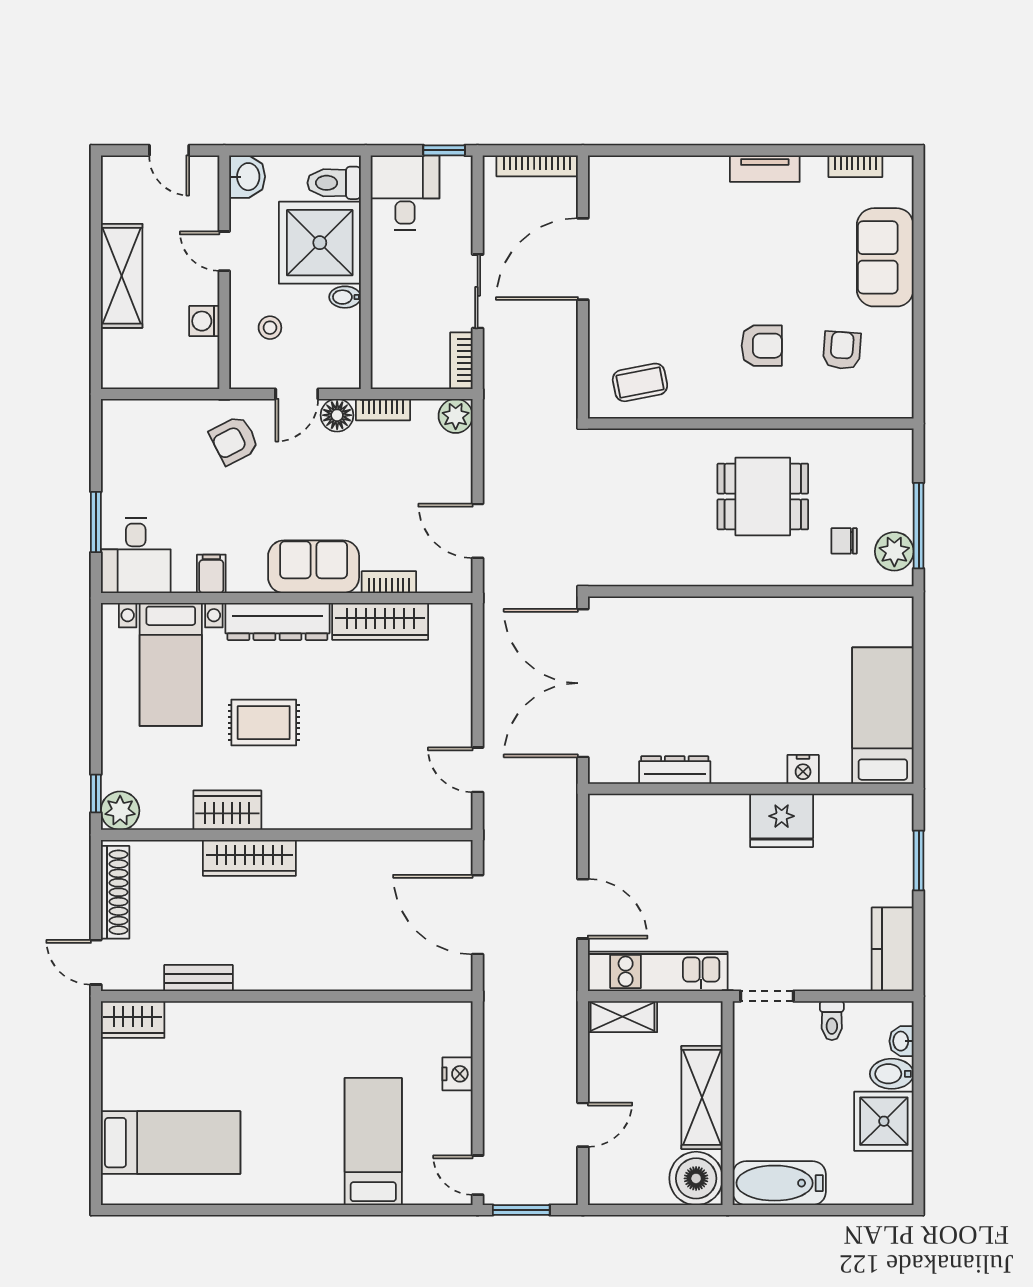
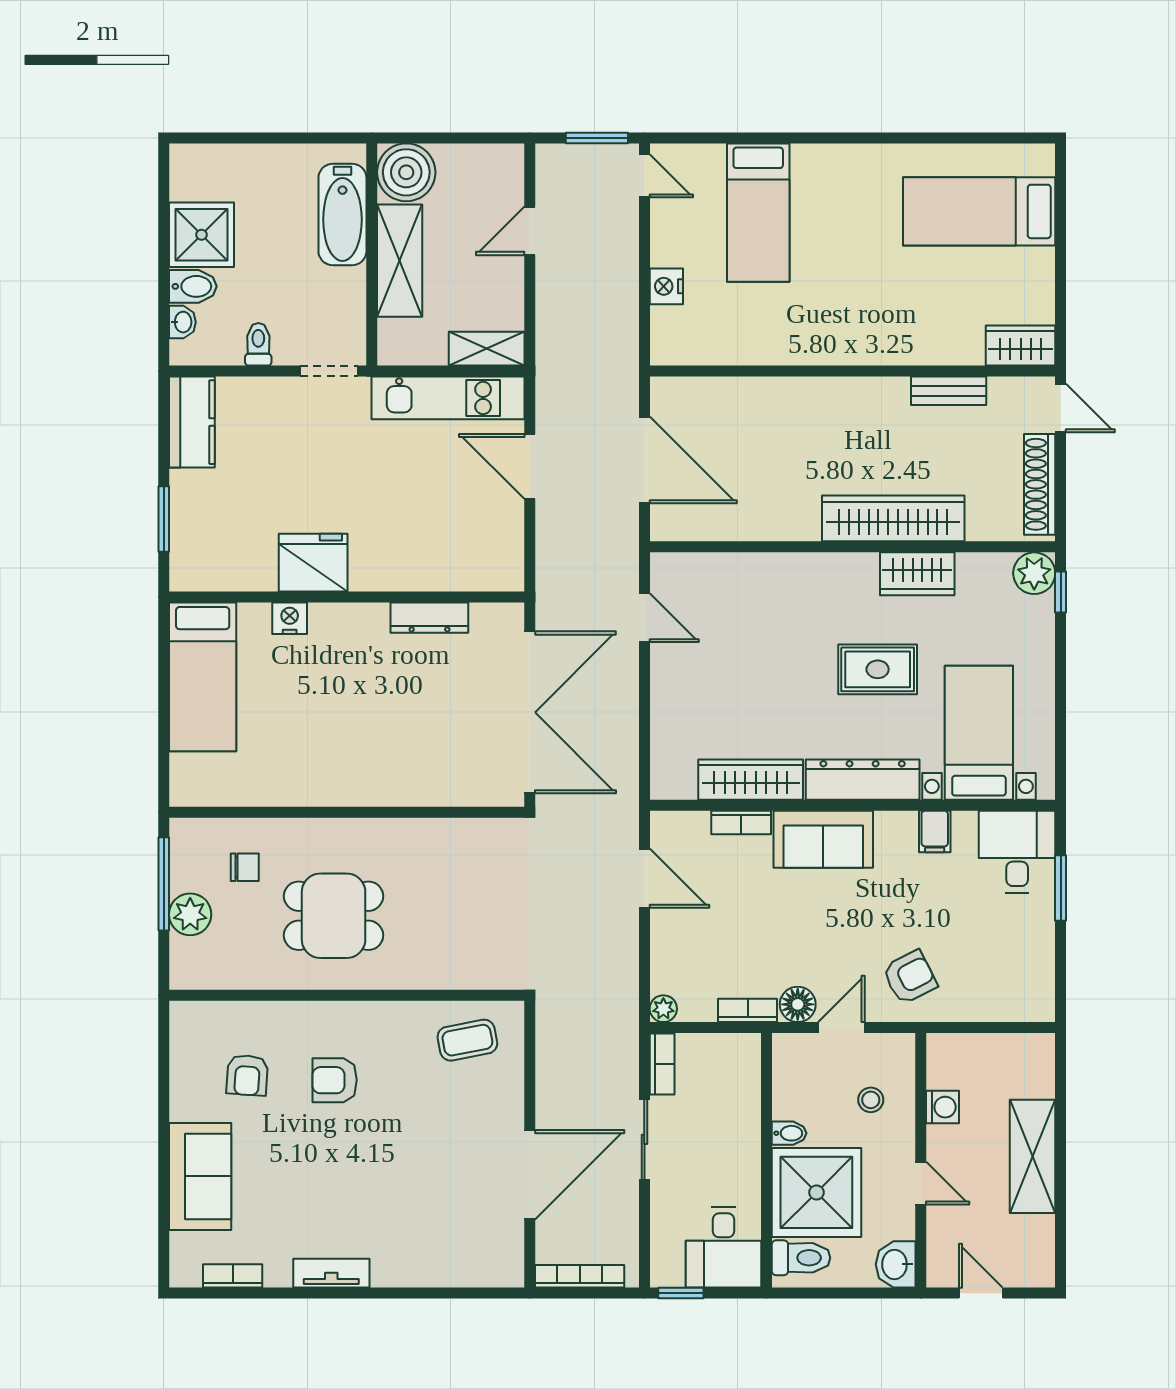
plant: (456, 416) -> (663, 1009), width x0.73, depth x0.73
plant: (894, 551) -> (190, 914), moved
wardrobe: (249, 858) -> (893, 518), width x1.40, depth x1.17
bathtub: (779, 1183) -> (342, 214), moved, turned 90

